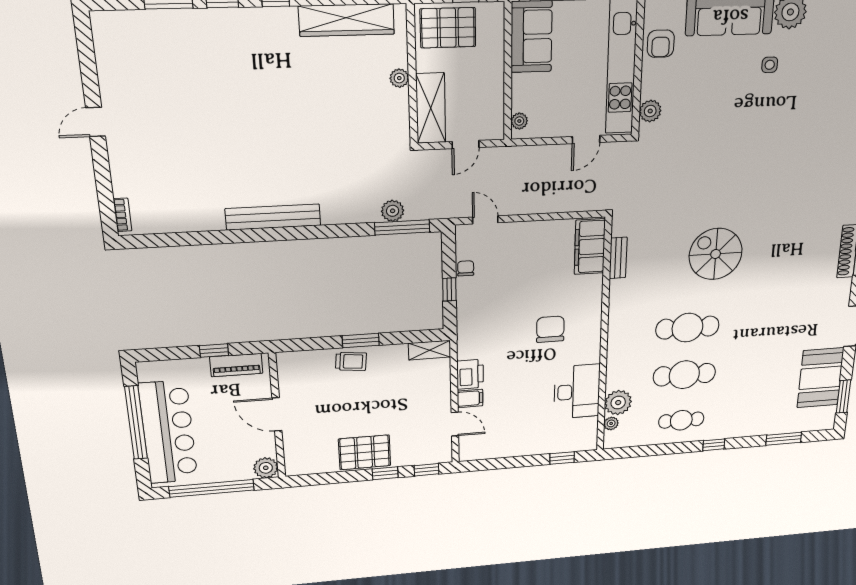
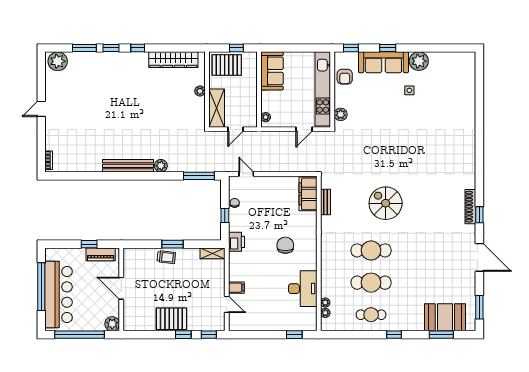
plant: (117, 29) -> (58, 61), added
plant: (393, 211) -> (161, 166), moved
printer: (470, 374) -> (237, 242), moved
booth: (820, 378) -> (445, 317), moved, turned 90
plant: (618, 403) -> (325, 303), width x0.53, depth x0.53

